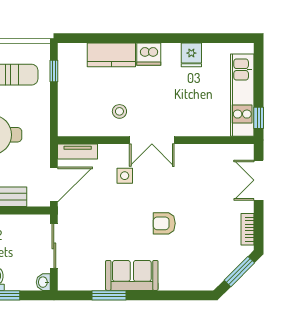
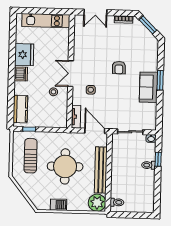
kitchen counter: (111, 55) -> (20, 109), moved
fridge: (191, 55) -> (24, 55), width x1.88, depth x1.34
window: (259, 118) -> (59, 11), removed
double door: (152, 140) -> (71, 74), swing flipped
window: (109, 295) -> (160, 80), moved

